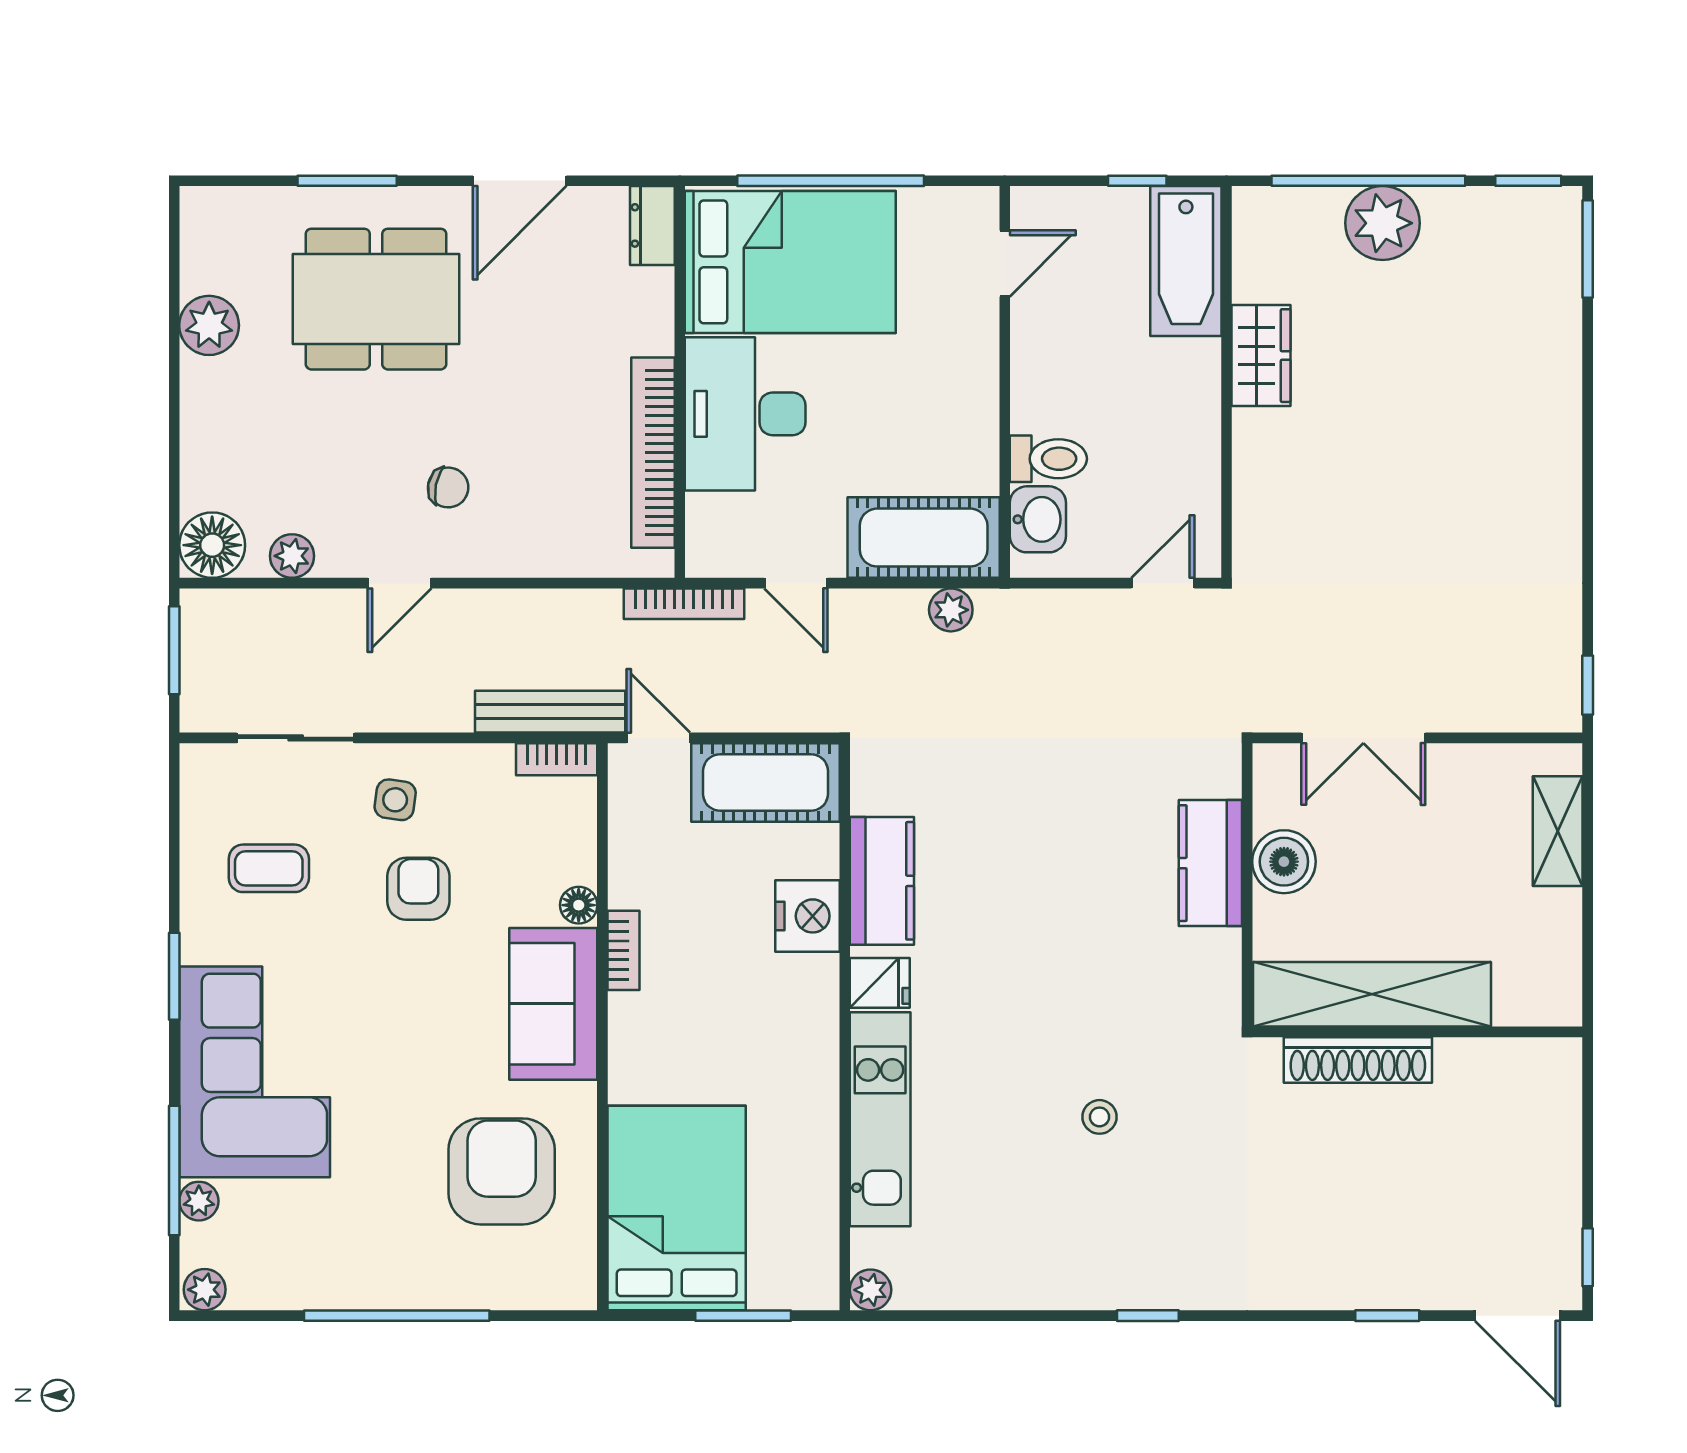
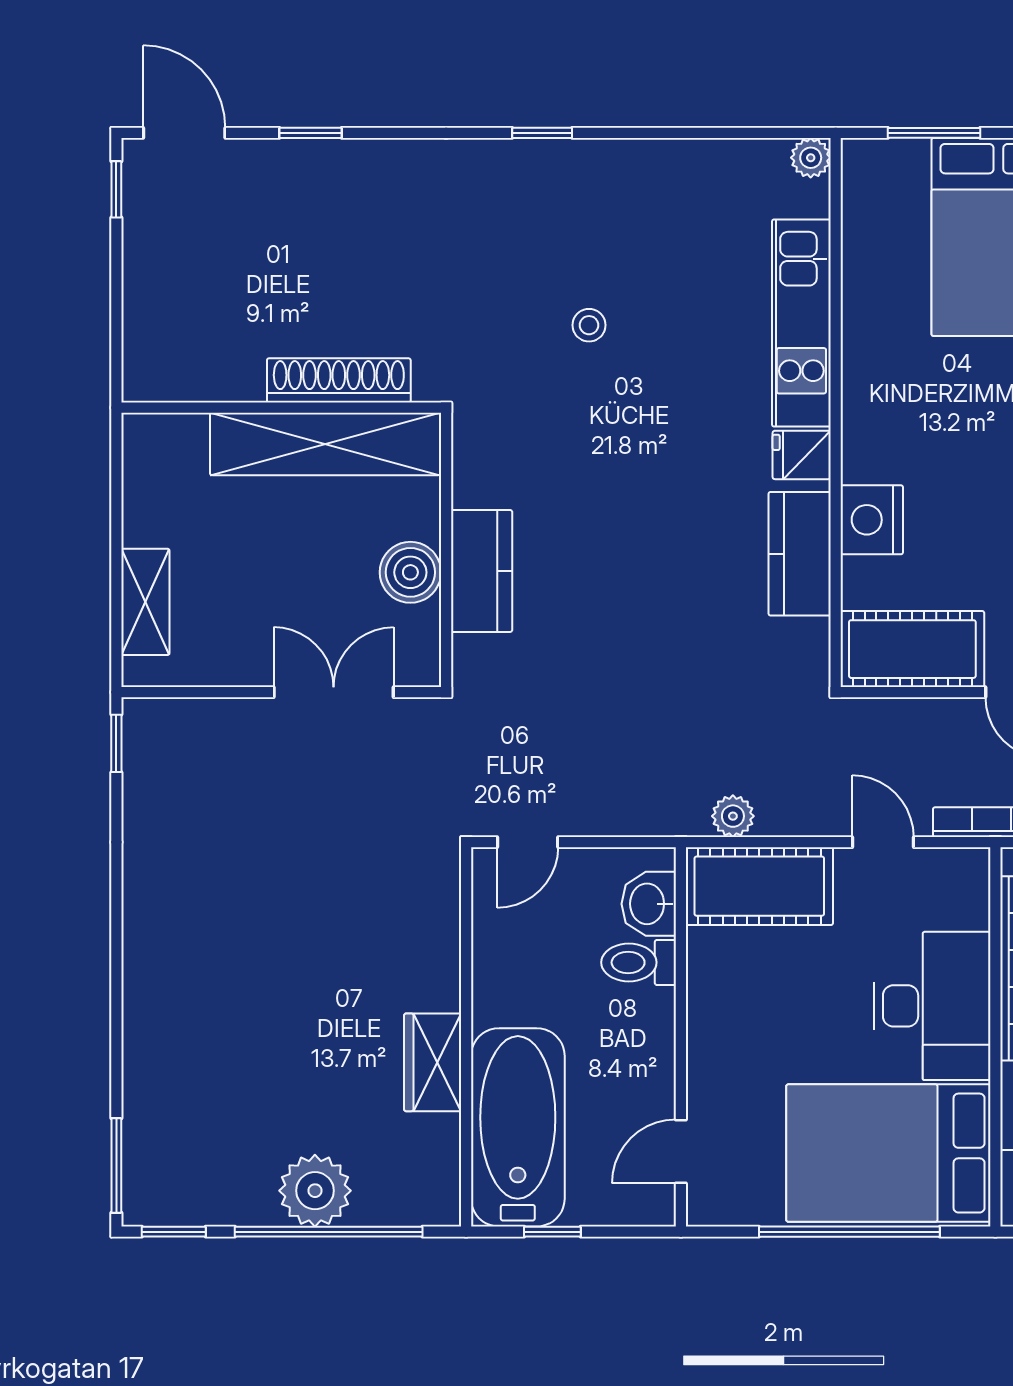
bathtub: (1186, 261) -> (518, 1127), width x1.36, depth x1.36

